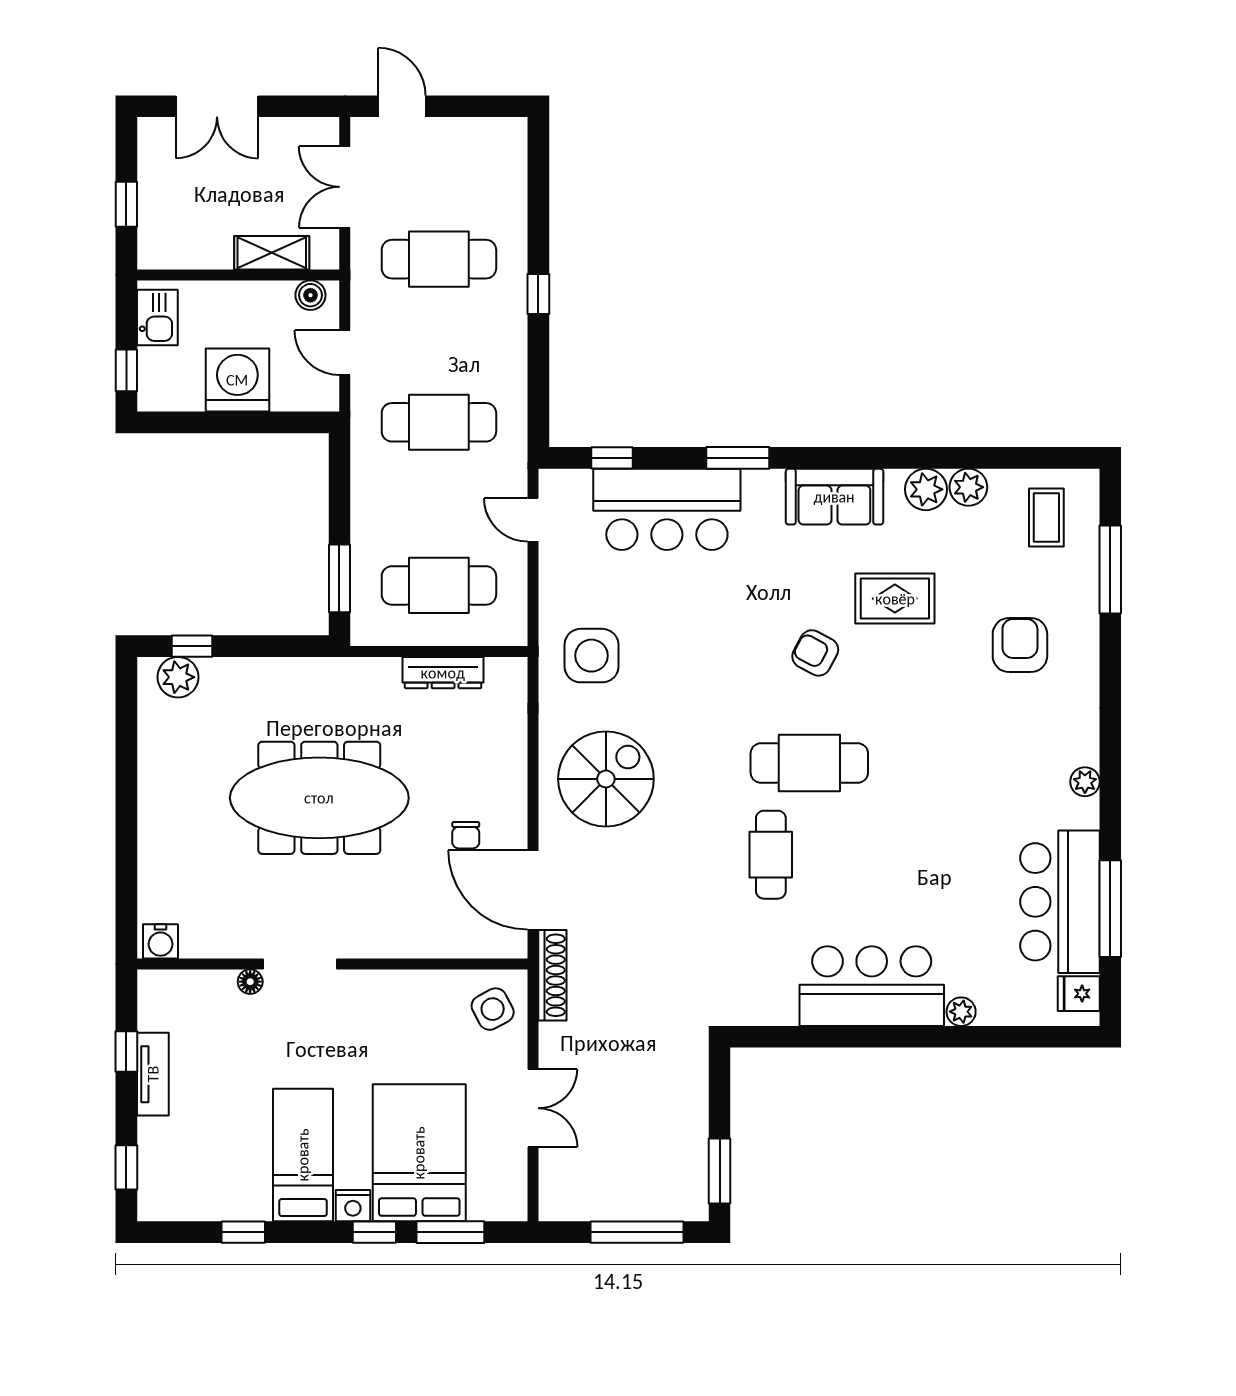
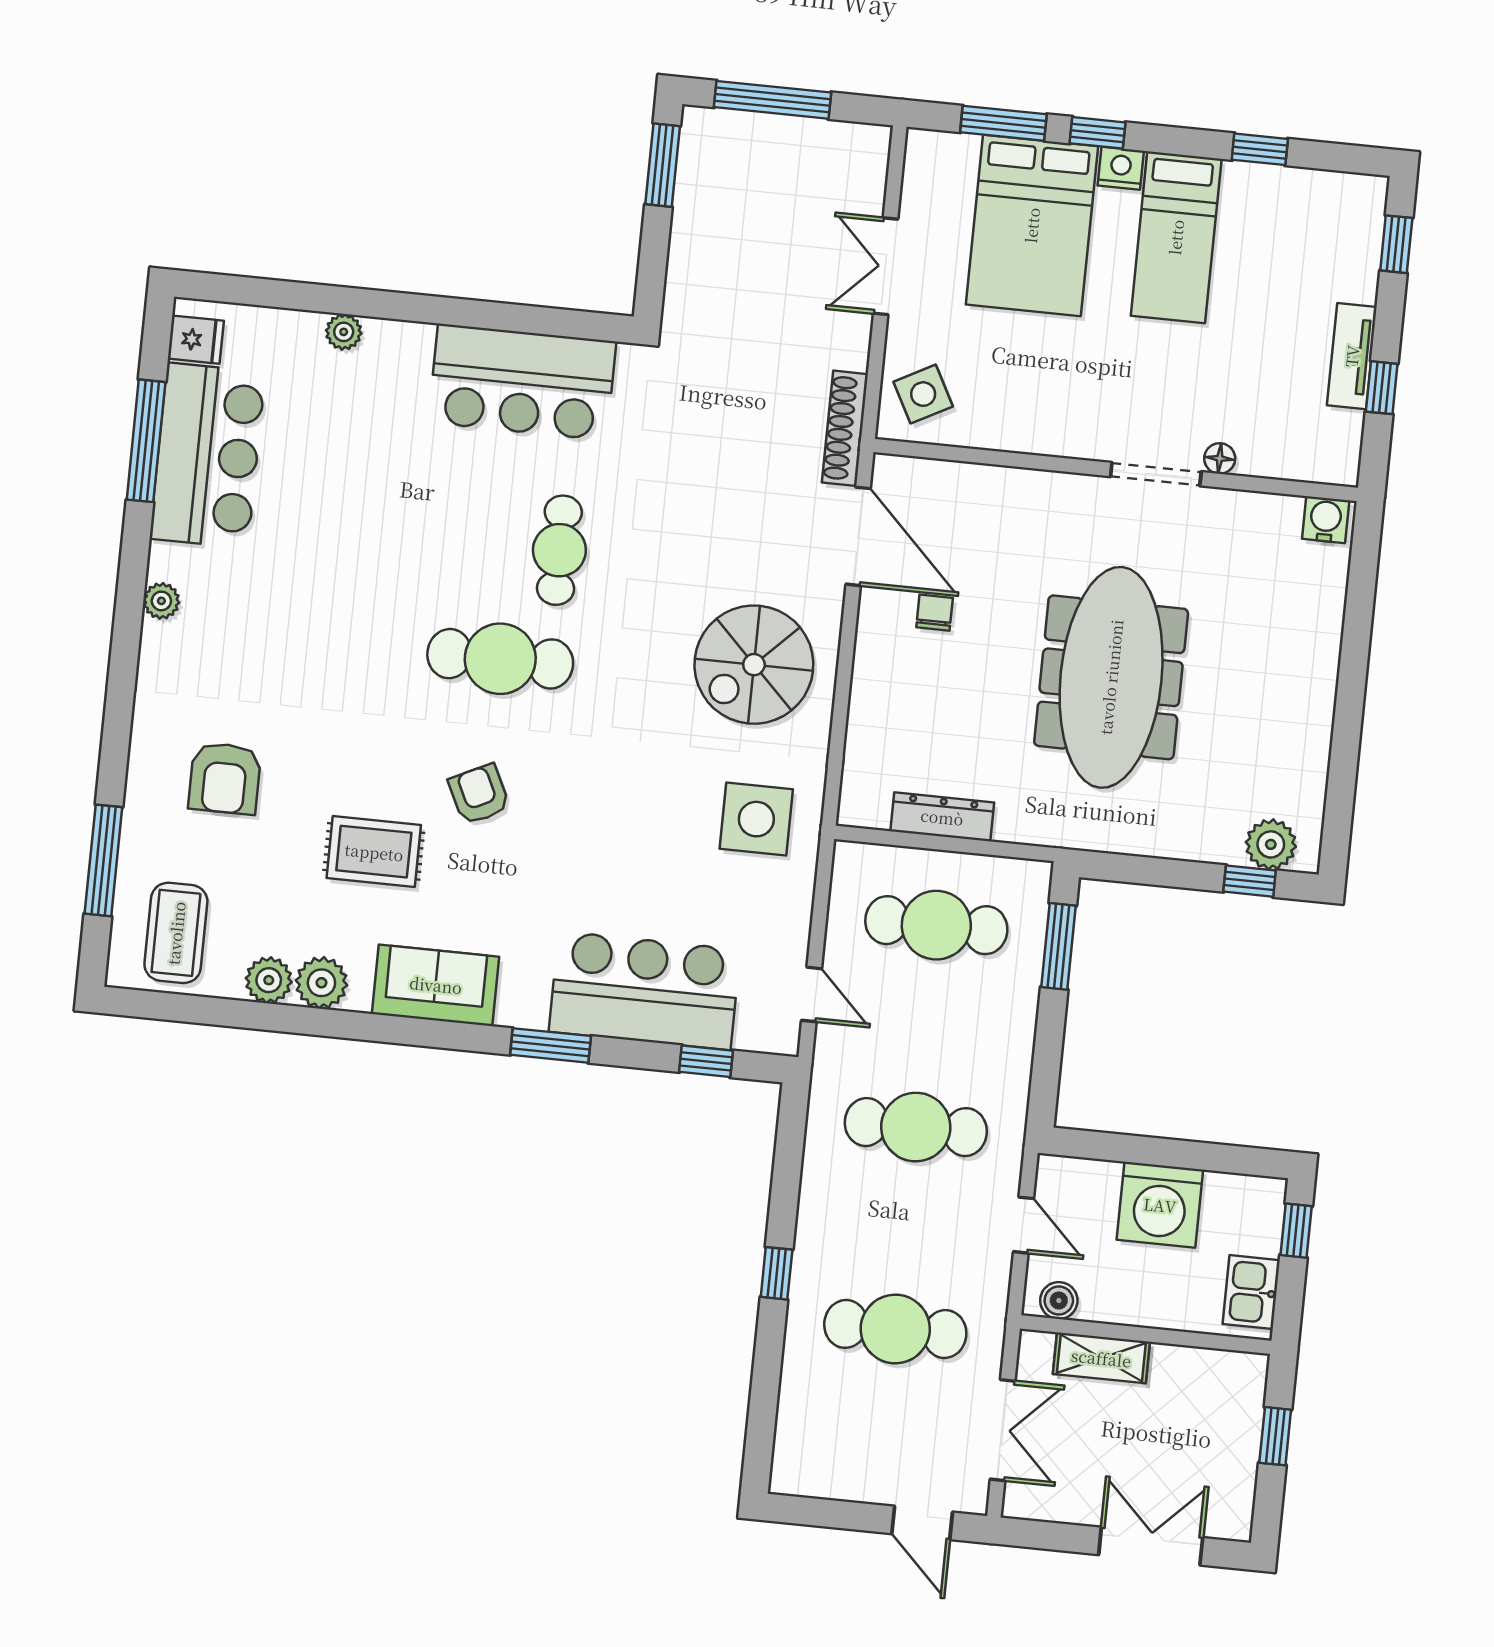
coffee table: (1046, 517) -> (176, 933), width x1.36, depth x1.30
armchair: (815, 653) -> (479, 794), turned -144
meeting table: (319, 798) -> (1111, 677), turned 90
bar counter: (872, 986) -> (522, 382), moved

